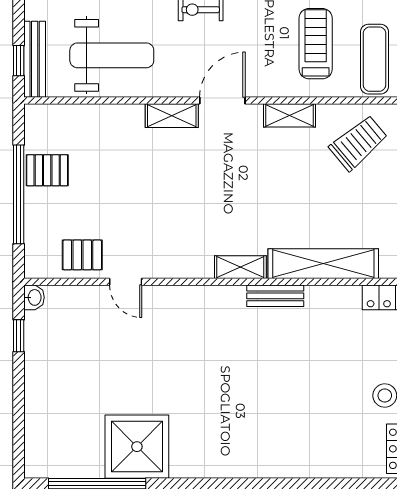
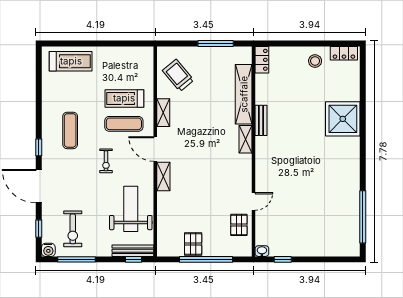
exercise mat: (375, 59) -> (124, 124), moved
shower: (137, 447) -> (343, 119), moved

